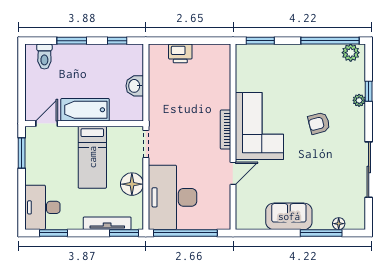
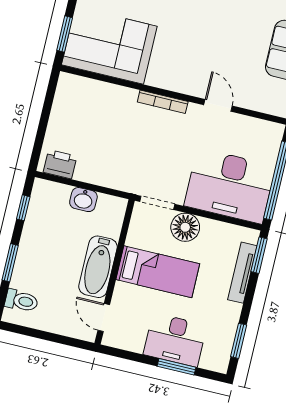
printer: (180, 53) -> (60, 164), moved, turned -90
corner sofa: (259, 126) -> (109, 45), moved
window: (22, 153) -> (176, 367), moved
floor lamp: (132, 184) -> (185, 227), moved
desk: (42, 207) -> (175, 340), moved

